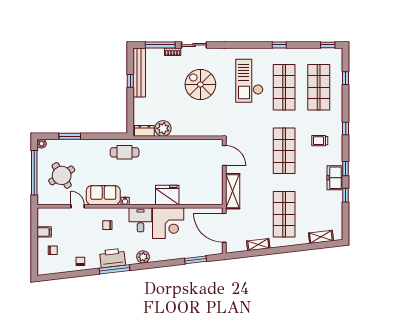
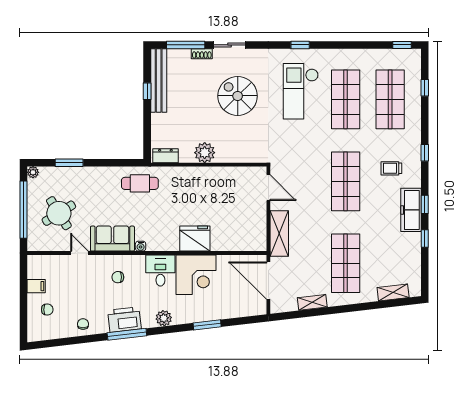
window: (279, 45) -> (300, 45), moved
plant: (163, 128) -> (205, 153), moved
freezer: (335, 178) -> (411, 210), width x1.40
window: (196, 260) -> (207, 325), moved

